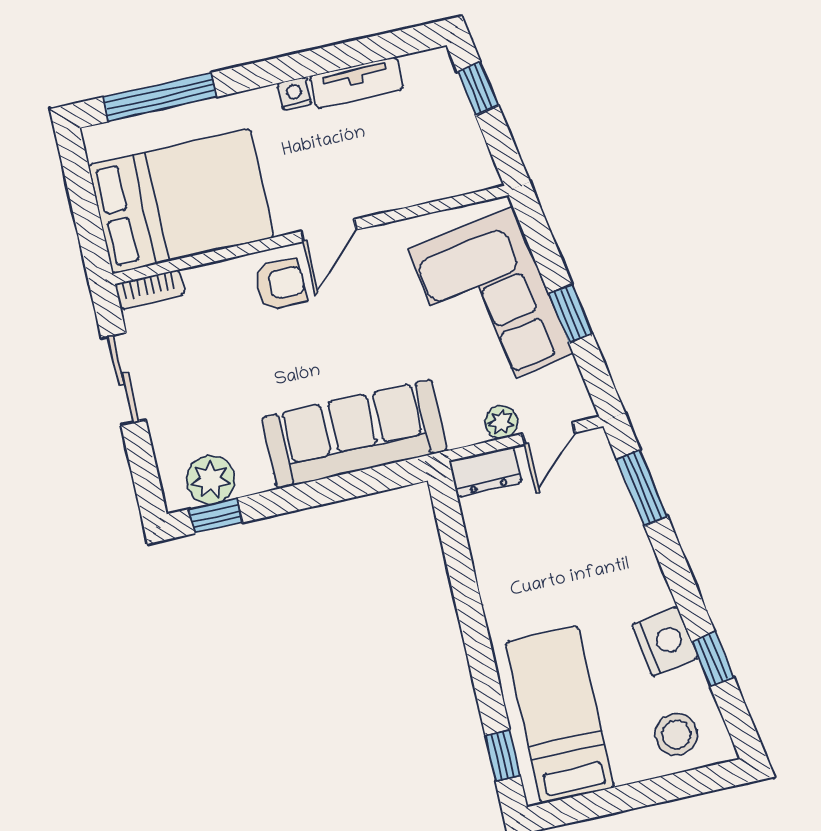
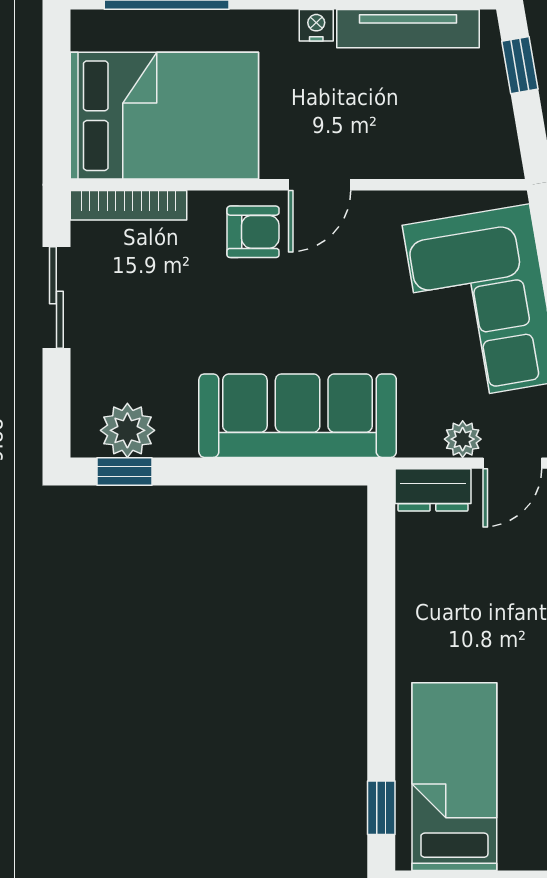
tv unit: (357, 83) -> (408, 29), width x1.41
bookcase: (150, 289) -> (129, 205), width x1.56

